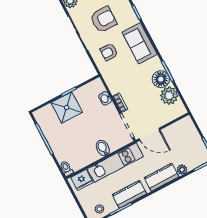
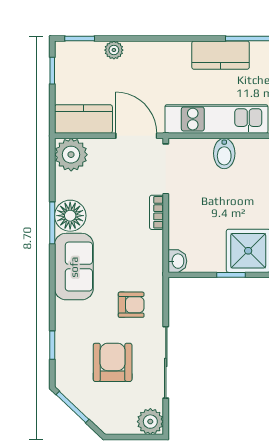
armchair: (103, 20) -> (113, 362), turned 90
sofa: (140, 43) -> (74, 267), moved
plant: (169, 96) -> (71, 155), moved
washbasin: (105, 98) -> (177, 261), moved
kitchen counter: (161, 177) -> (83, 119), moved, turned 180

